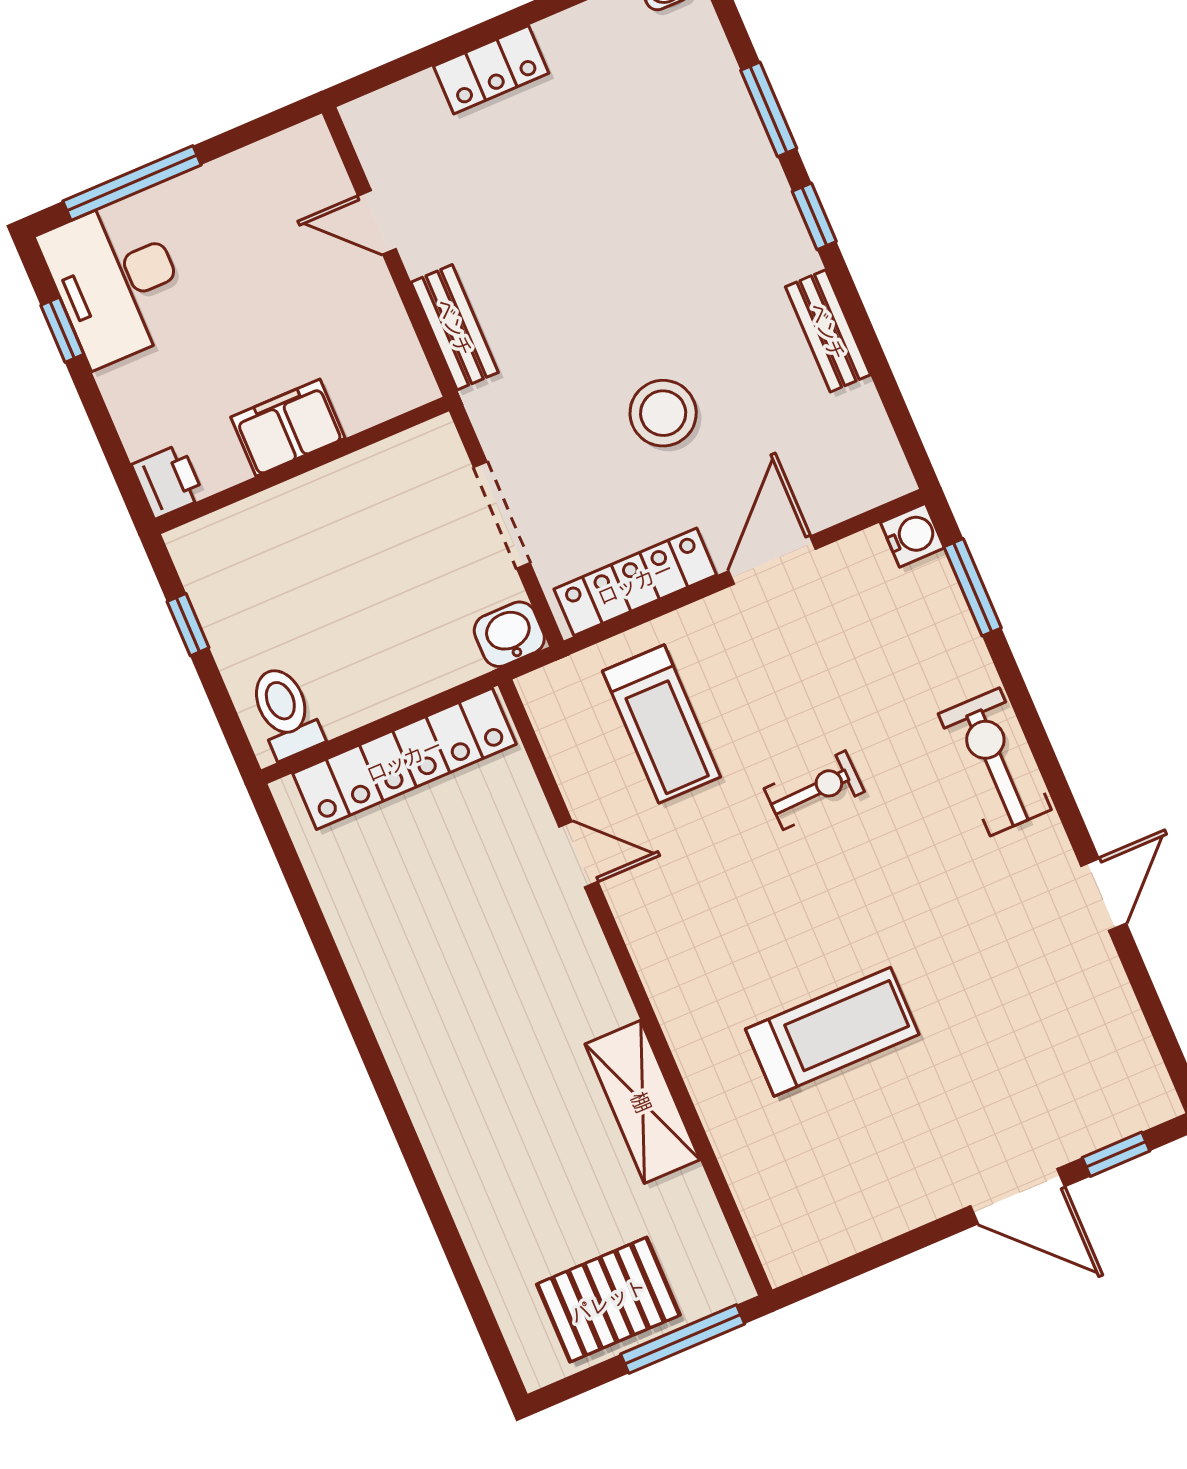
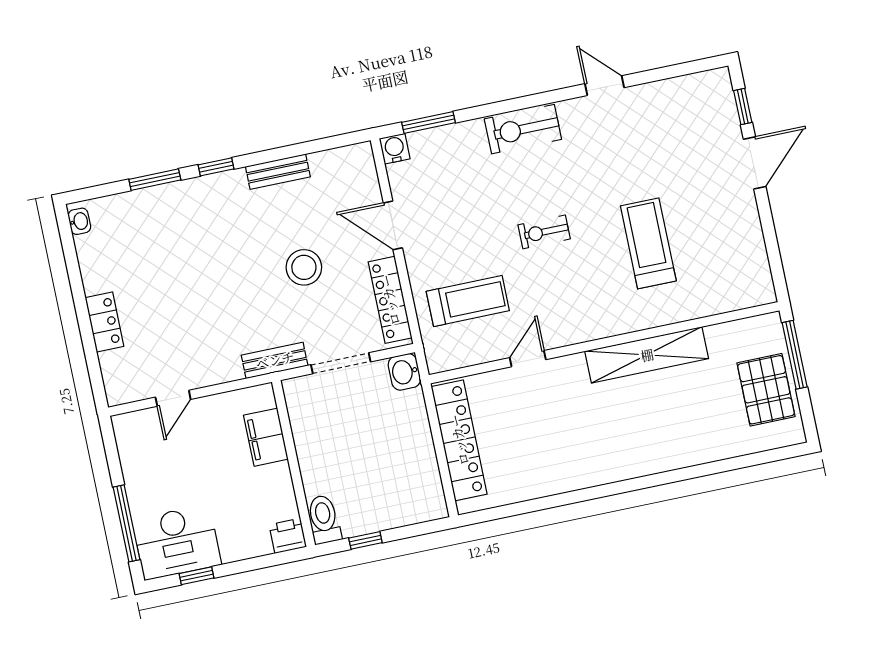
bench: (455, 327) -> (275, 360), moved
filing cabinet: (288, 428) -> (266, 437), moved
toilet: (285, 712) -> (324, 519), moved, turned 90
exercise bike: (814, 790) -> (544, 232), moved, turned -88
shelving: (642, 1102) -> (647, 355), width x1.47

